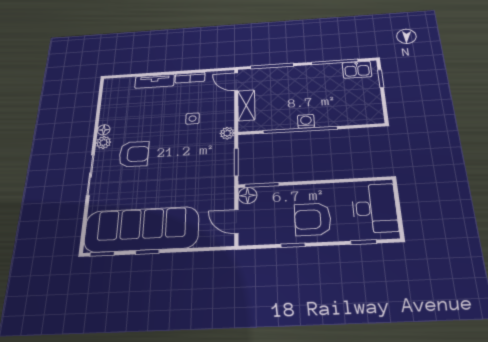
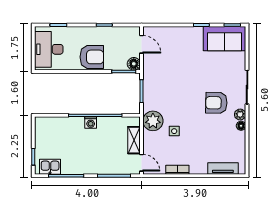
tv unit: (155, 81) -> (223, 168), moved
plant: (227, 133) -> (153, 121), width x1.87, depth x1.87
armchair: (313, 219) -> (92, 57), moved
sofa: (141, 229) -> (225, 39), width x0.54, depth x0.79

